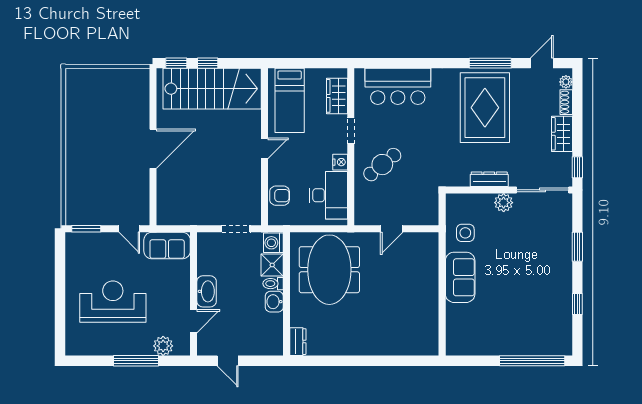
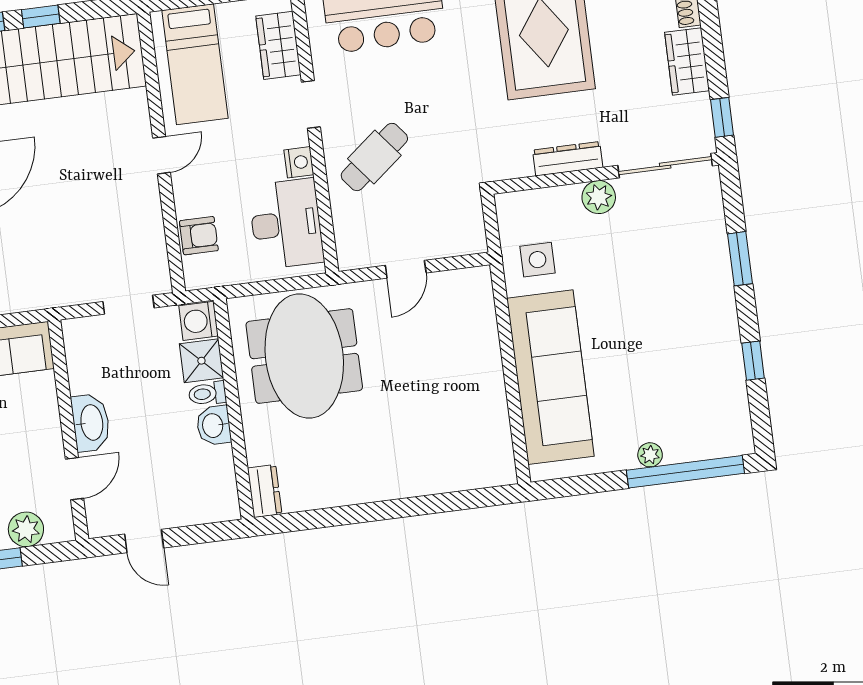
sofa: (460, 277) -> (550, 377), width x1.85, depth x1.27
plant: (514, 349) -> (650, 455), added

